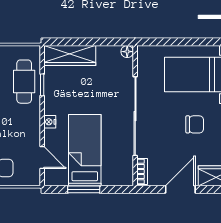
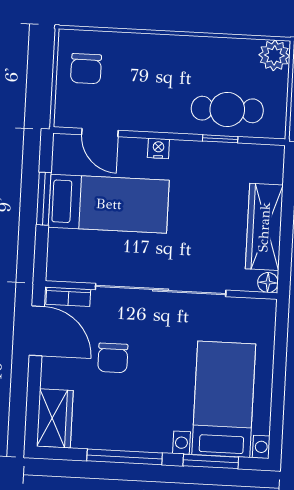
wardrobe: (70, 55) -> (264, 227), moved
chair: (195, 124) -> (113, 358), moved
door: (42, 158) -> (100, 133), hinge flipped
door: (180, 189) -> (37, 331), moved

